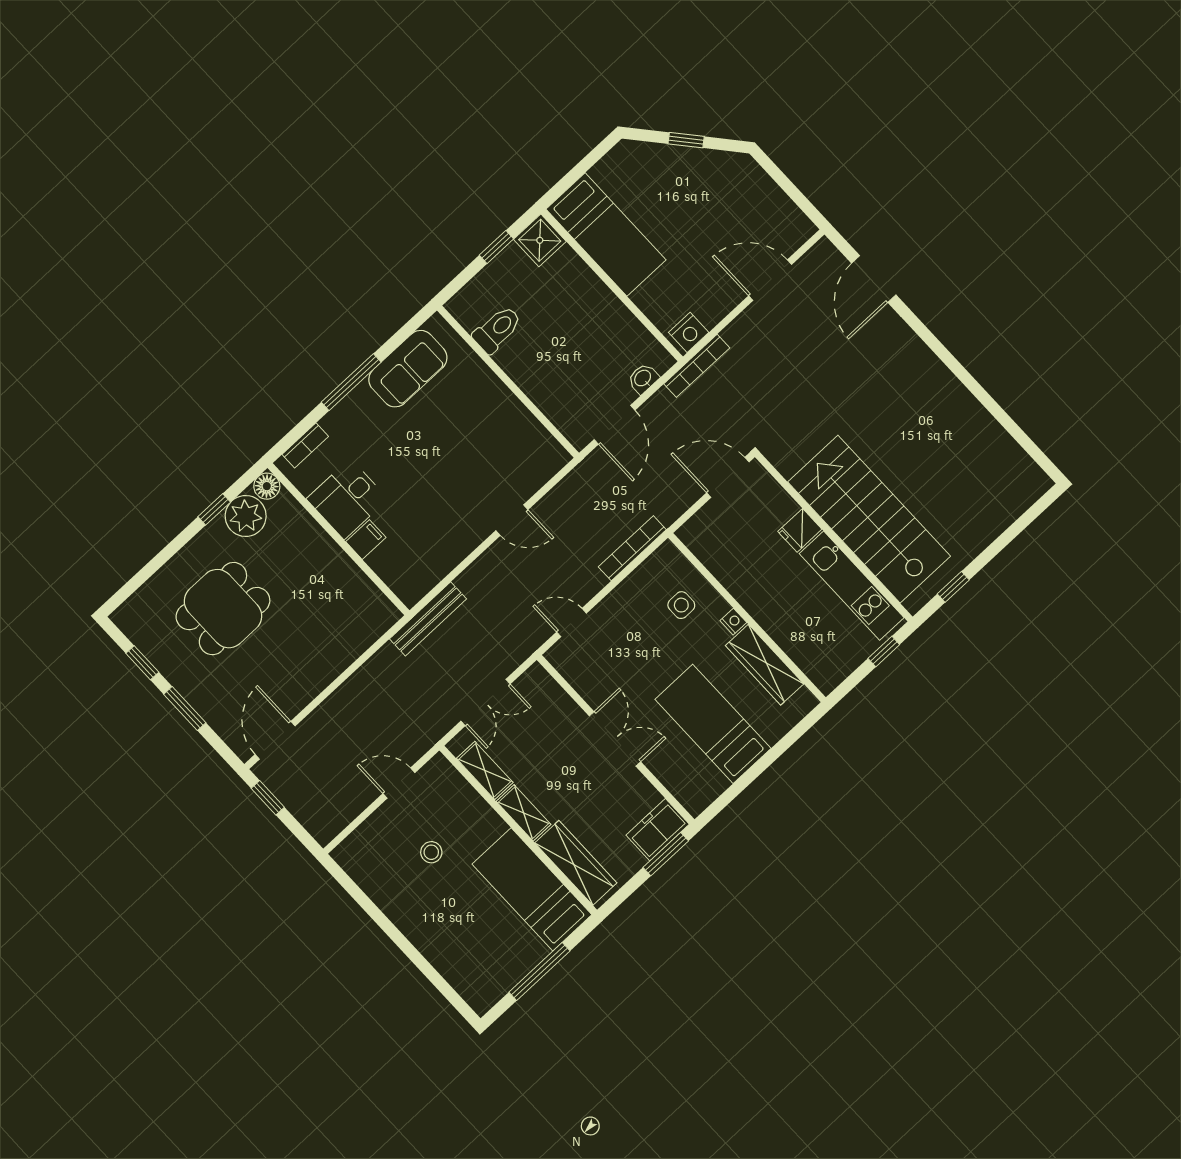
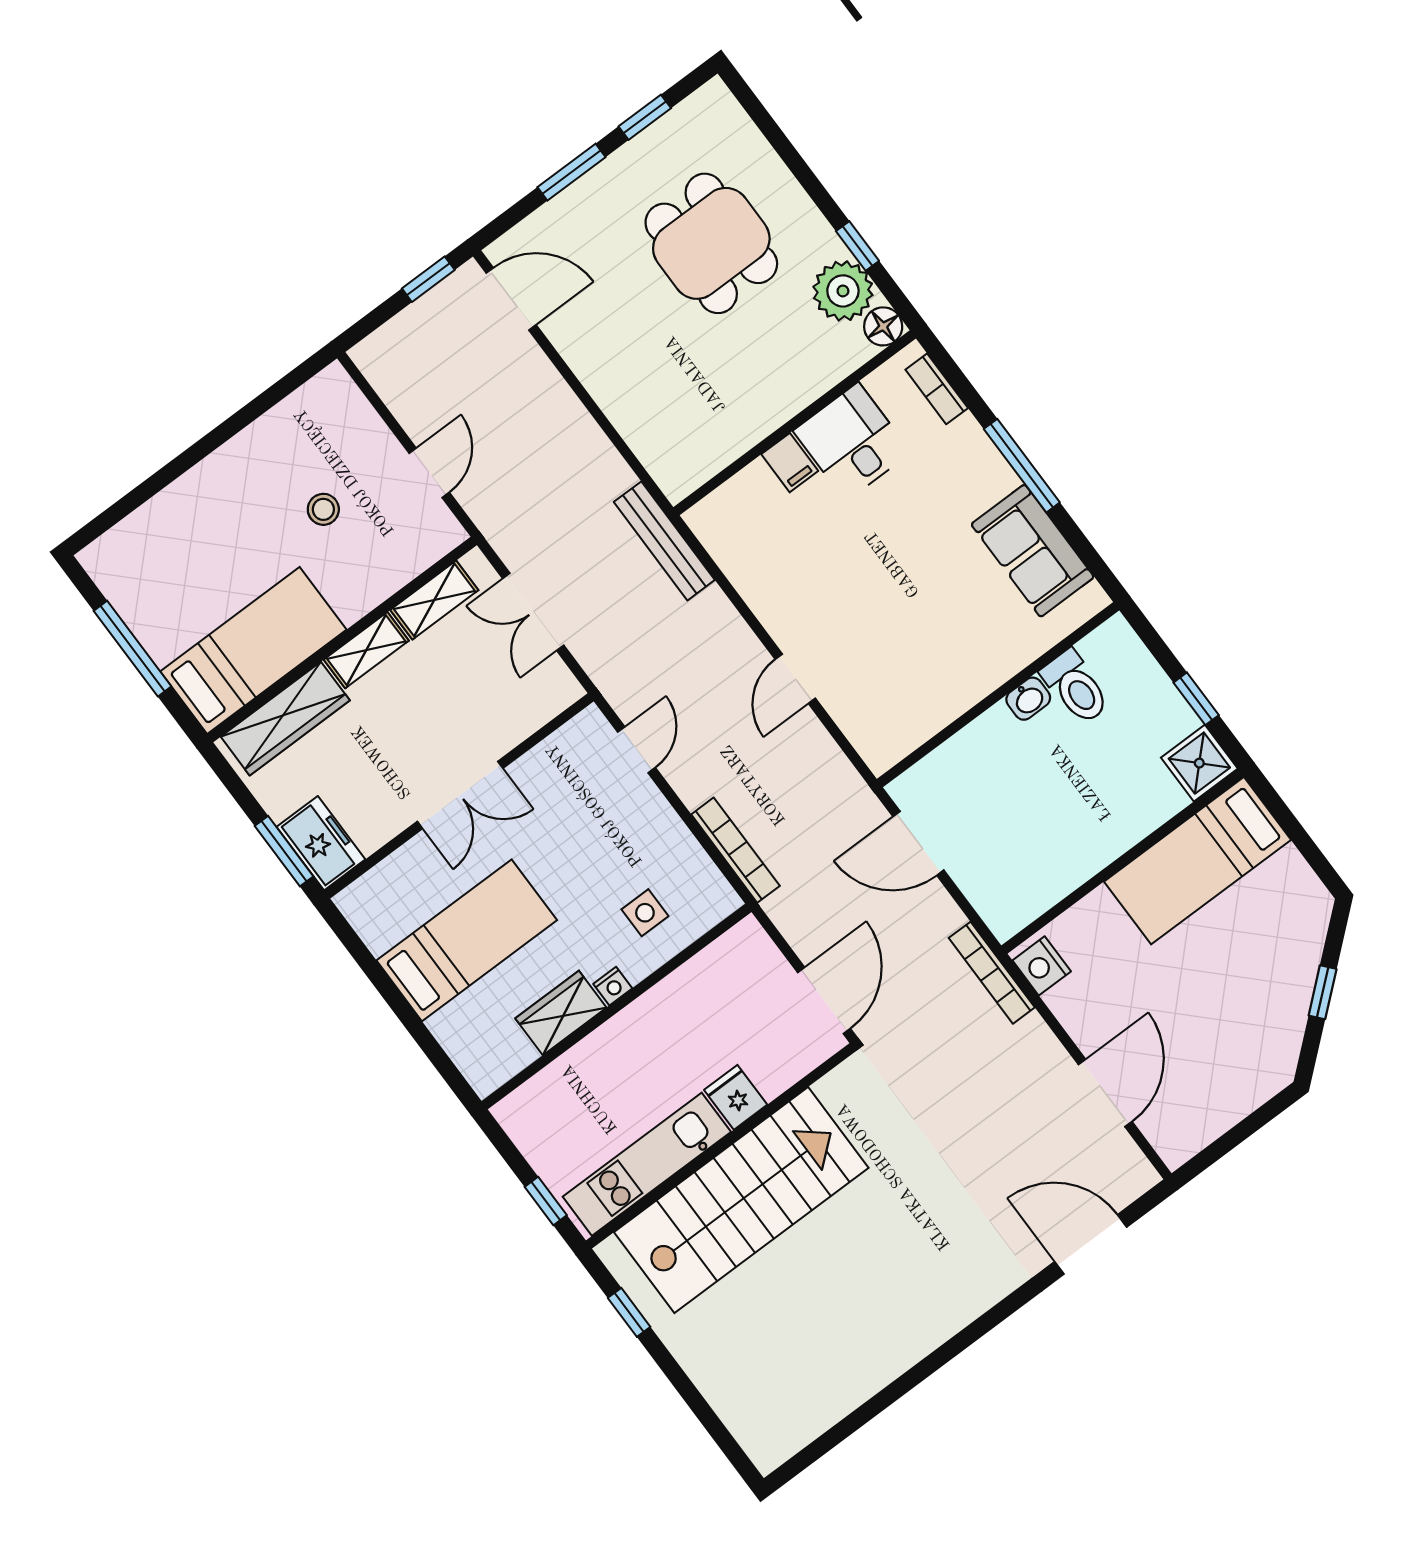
washbasin: (643, 378) -> (1028, 699), moved, turned 90
wardrobe: (765, 665) -> (561, 1013), width x0.67

